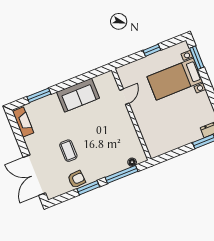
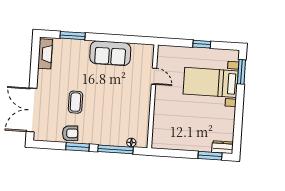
door: (124, 97) -> (154, 76), hinge flipped

